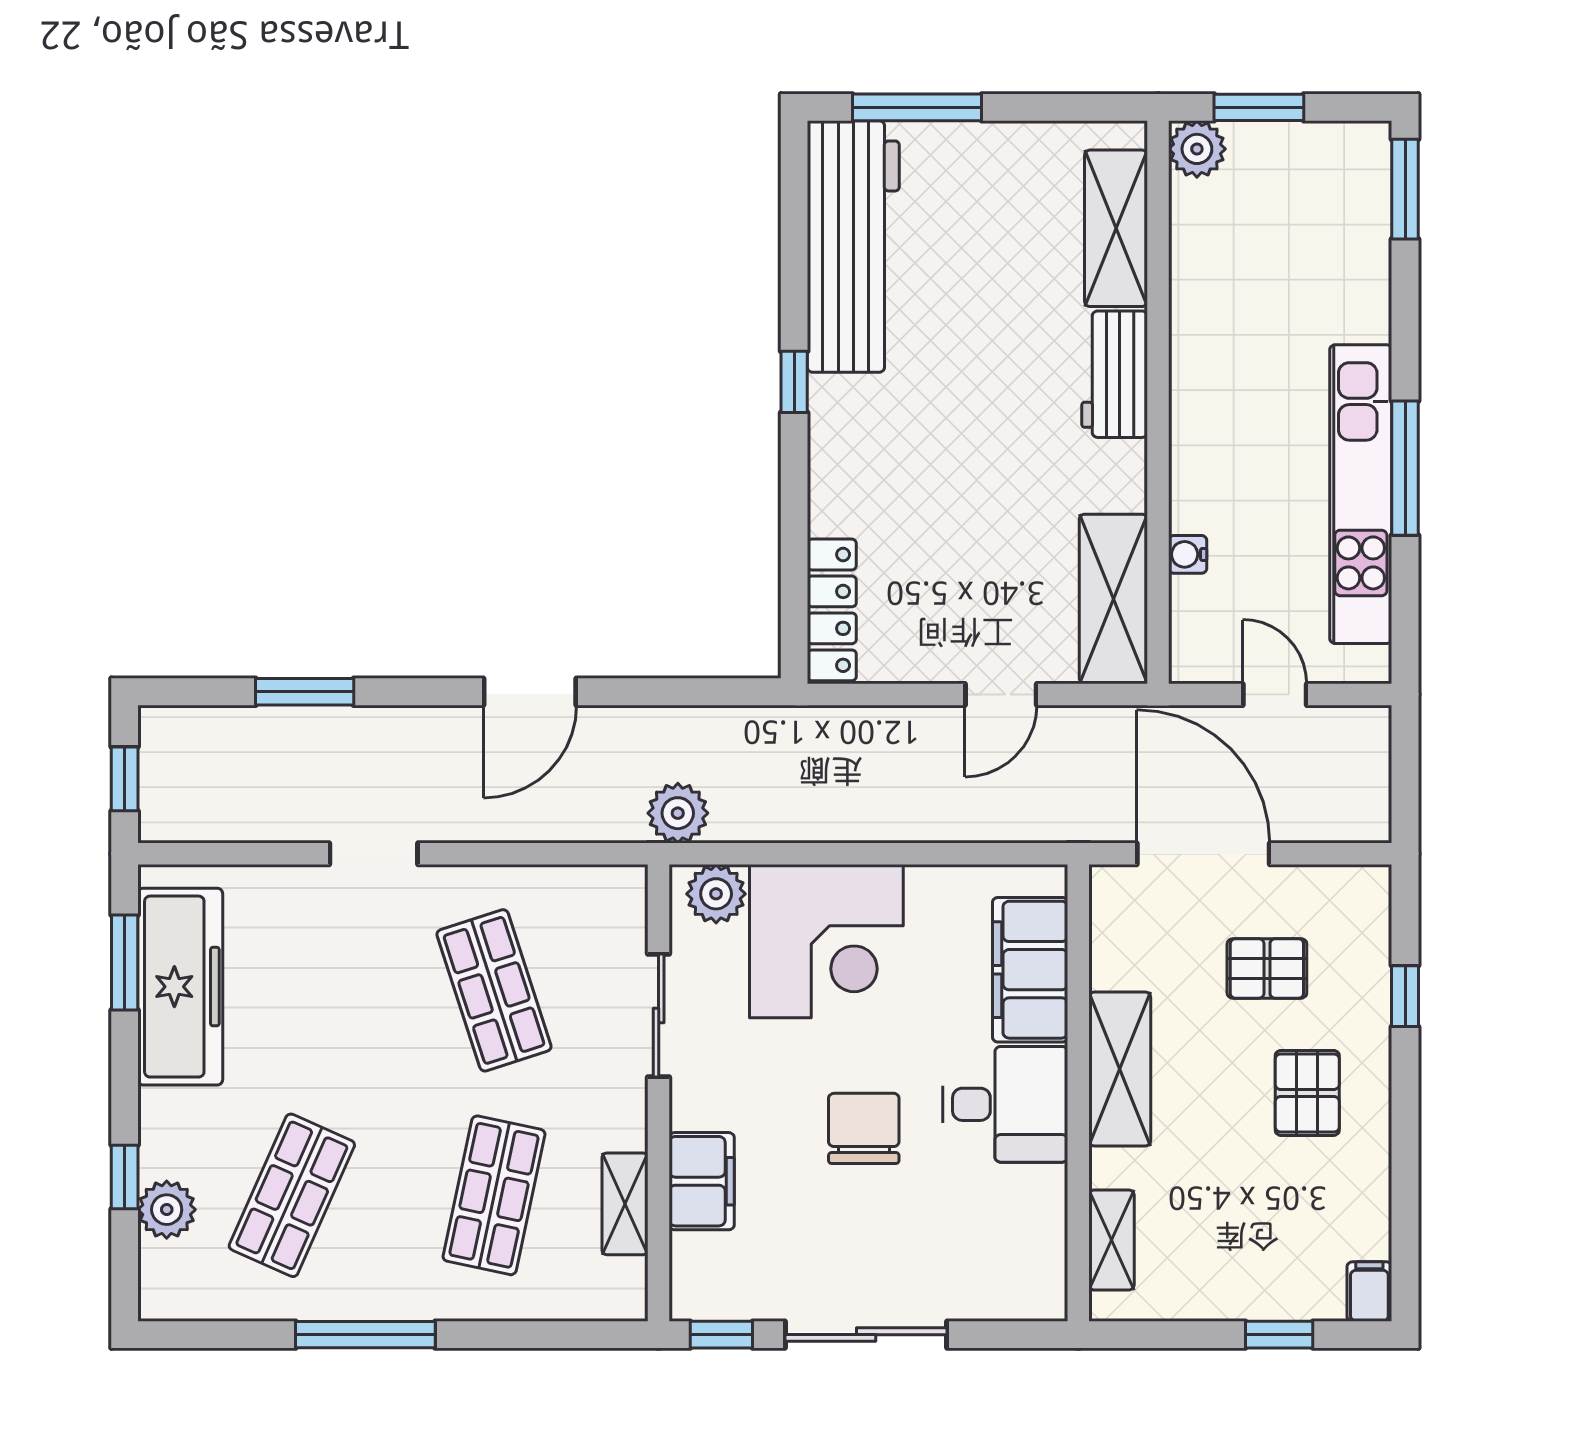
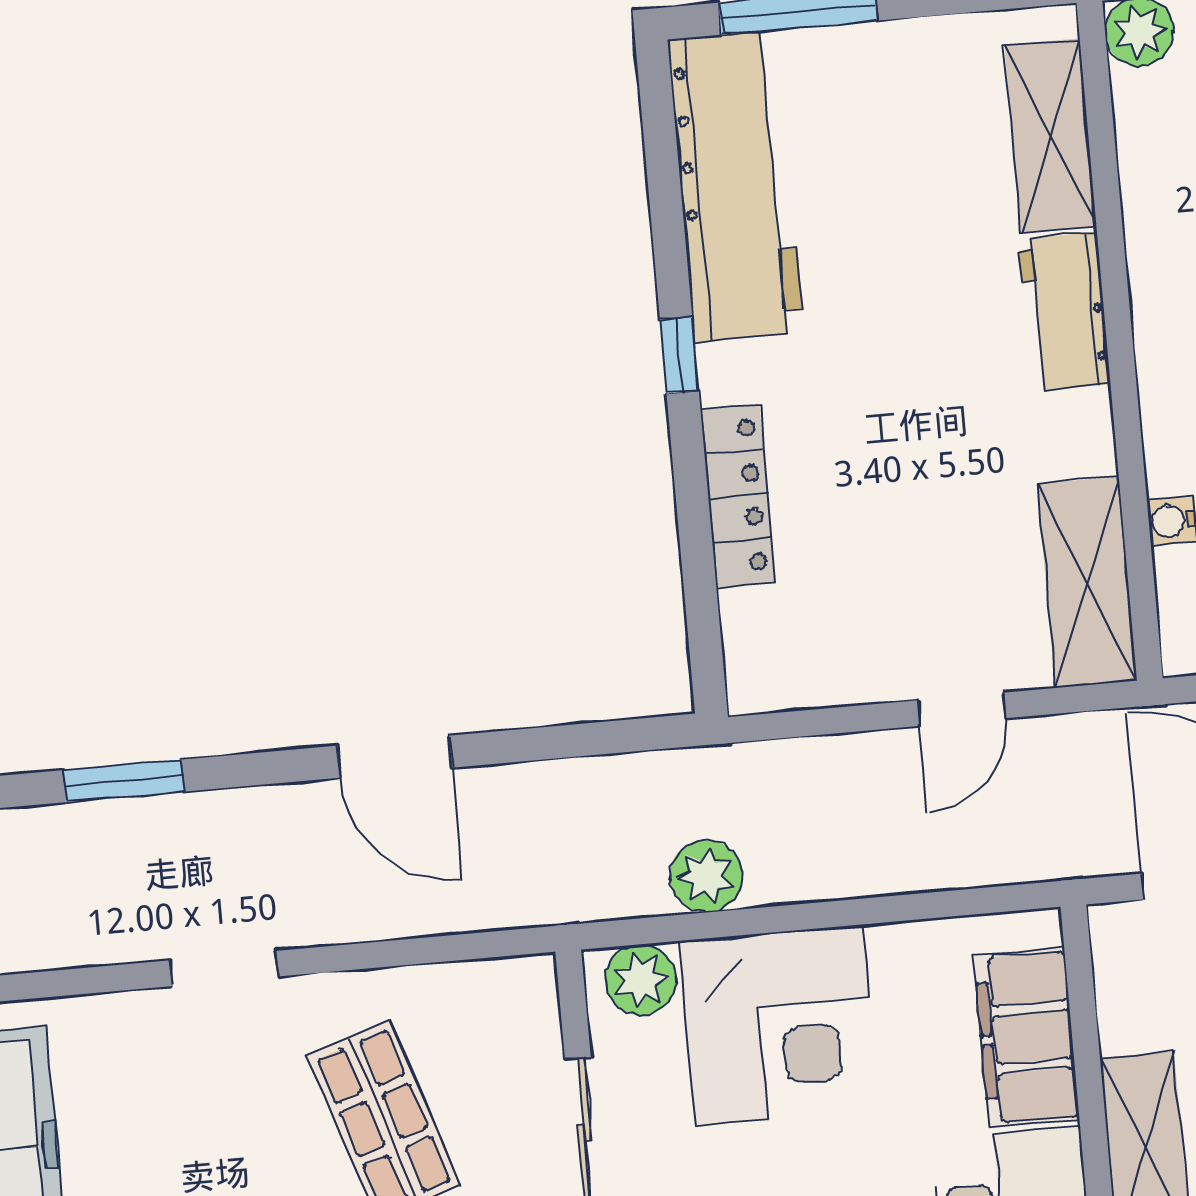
locker: (832, 610) -> (738, 496), moved
door: (530, 692) -> (395, 757), hinge flipped
plant: (678, 813) -> (706, 876), moved

